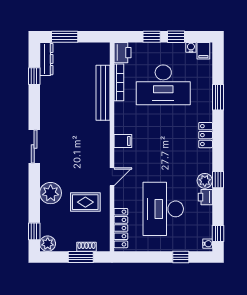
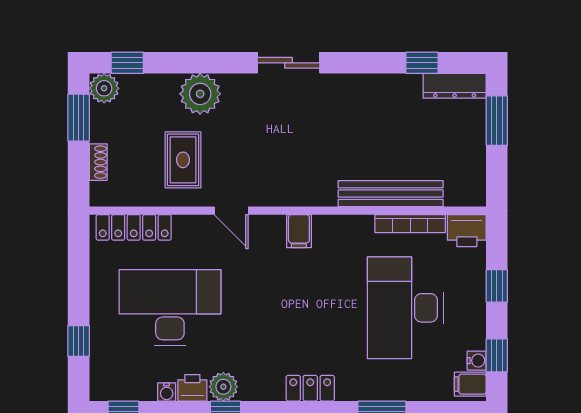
window: (176, 37) -> (497, 355), moved
water cooler: (208, 244) -> (167, 392), moved
window: (81, 257) -> (79, 118), moved

